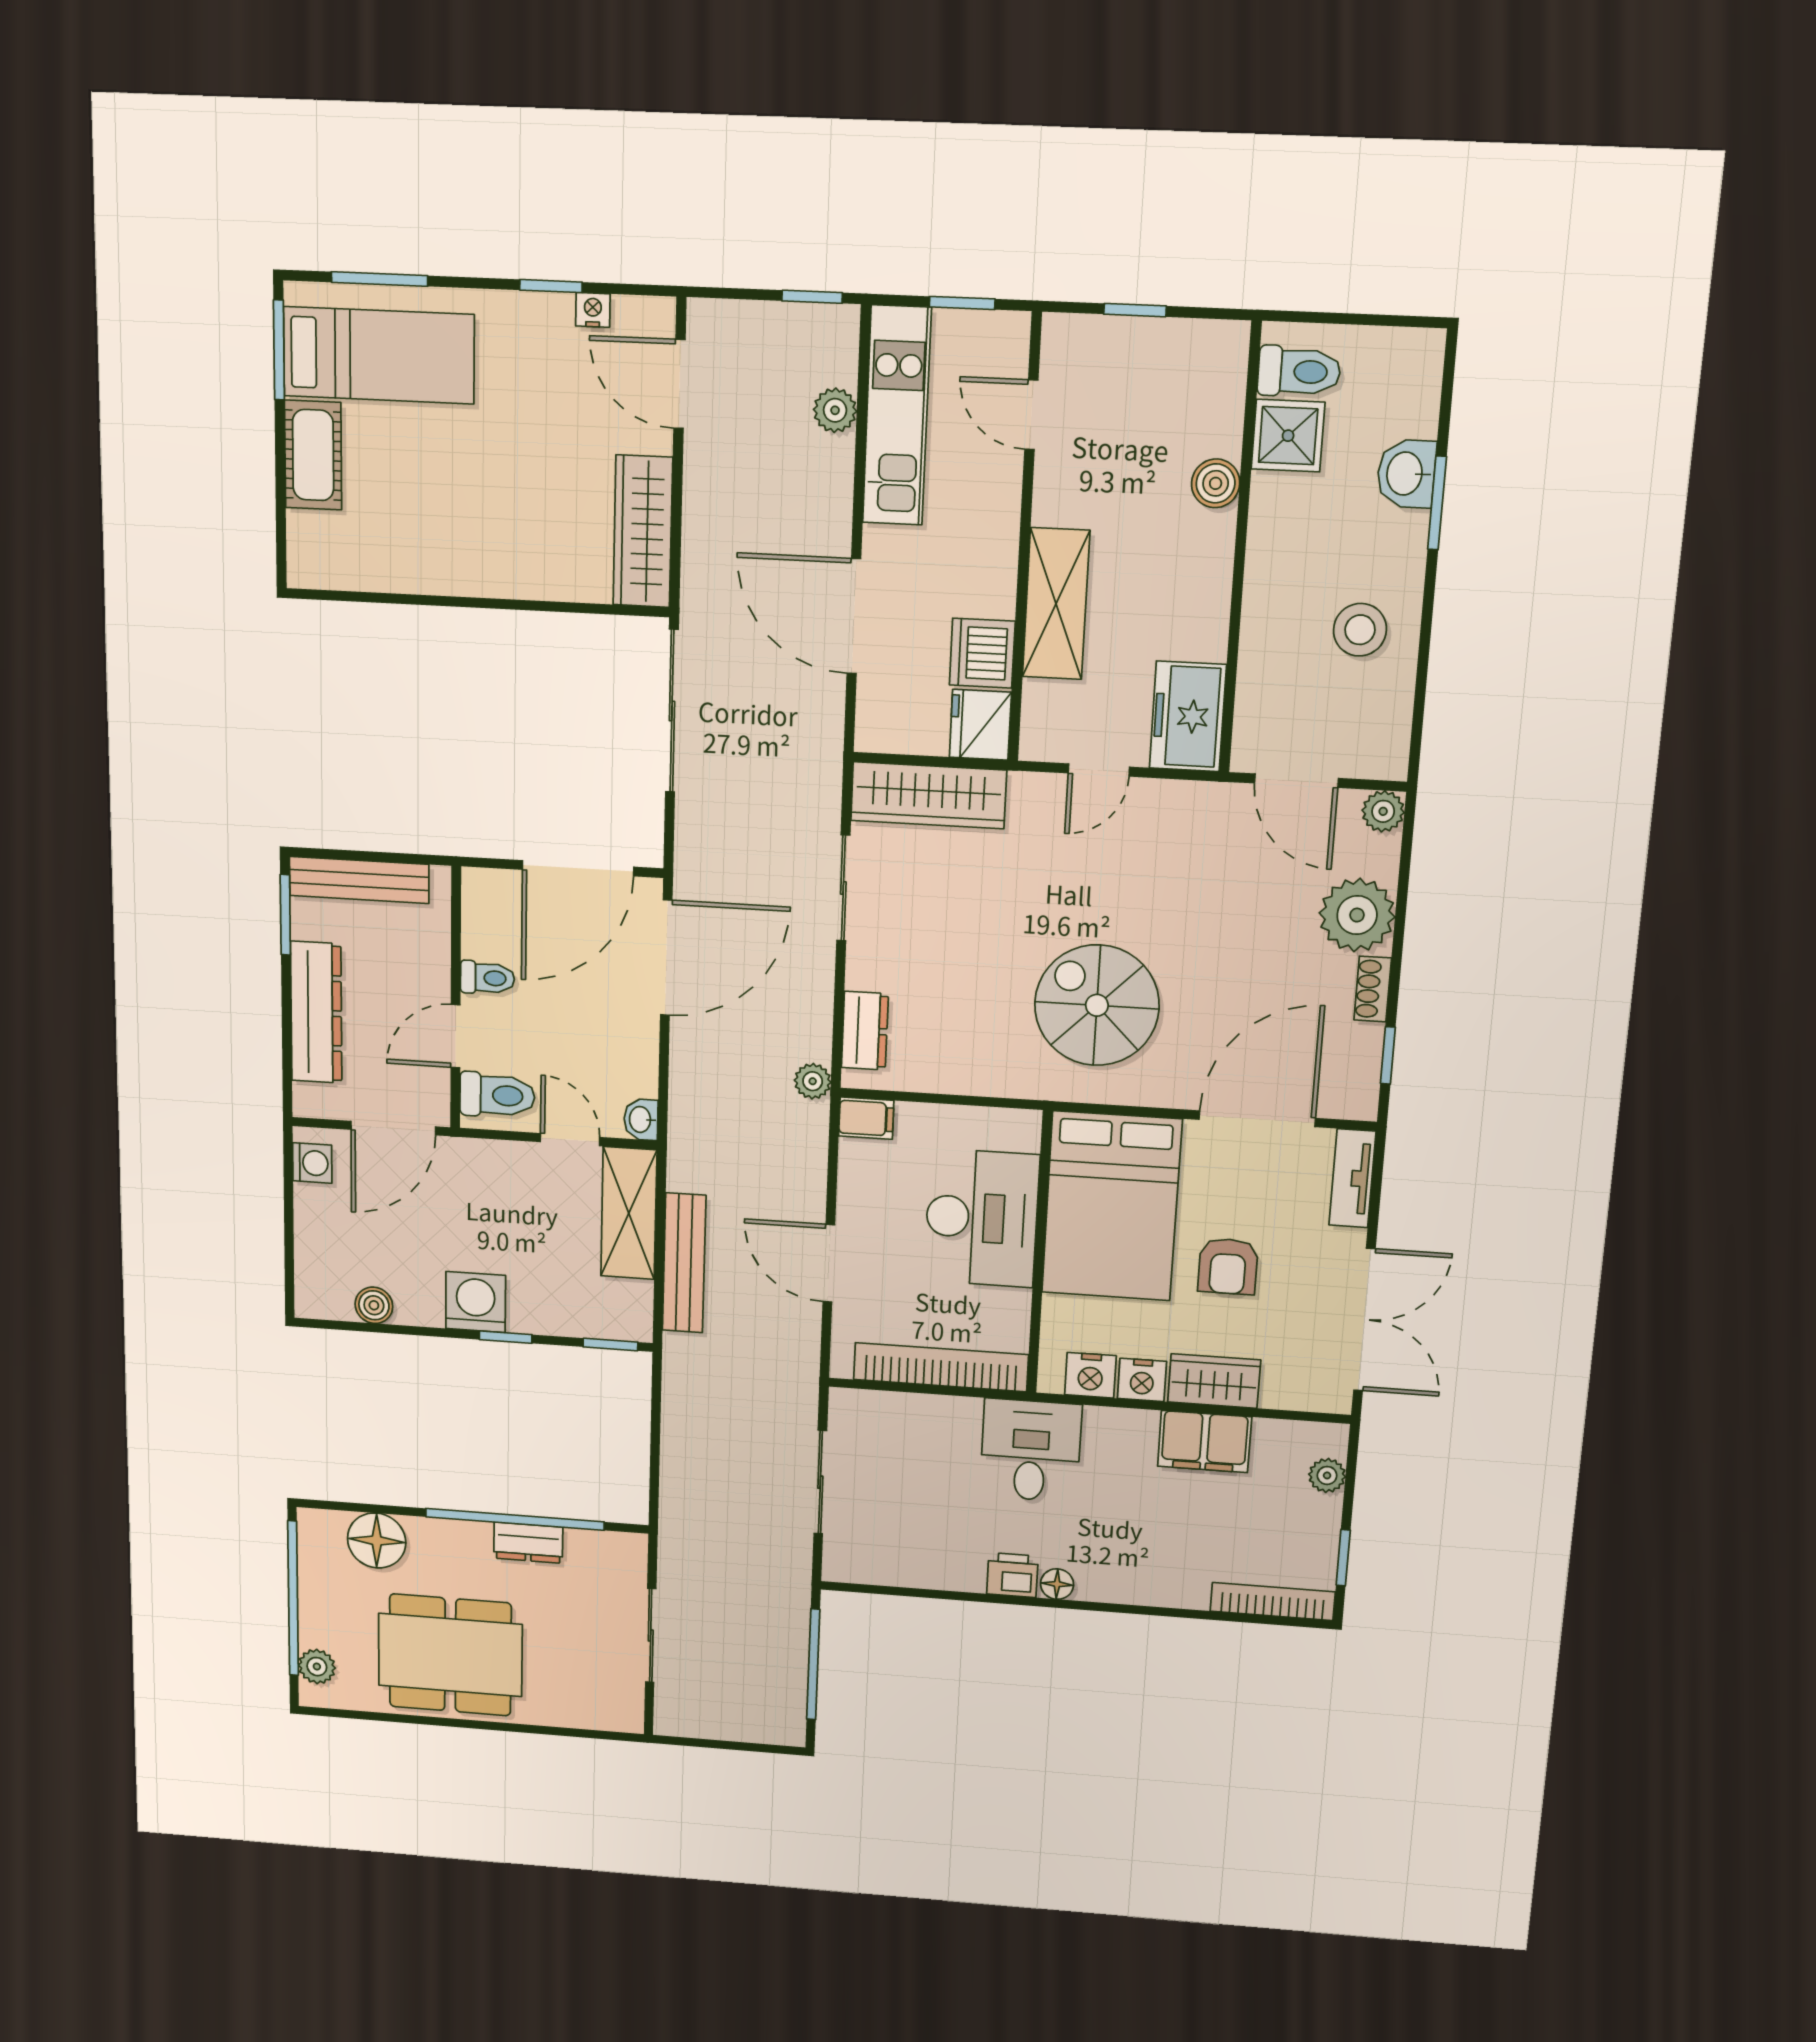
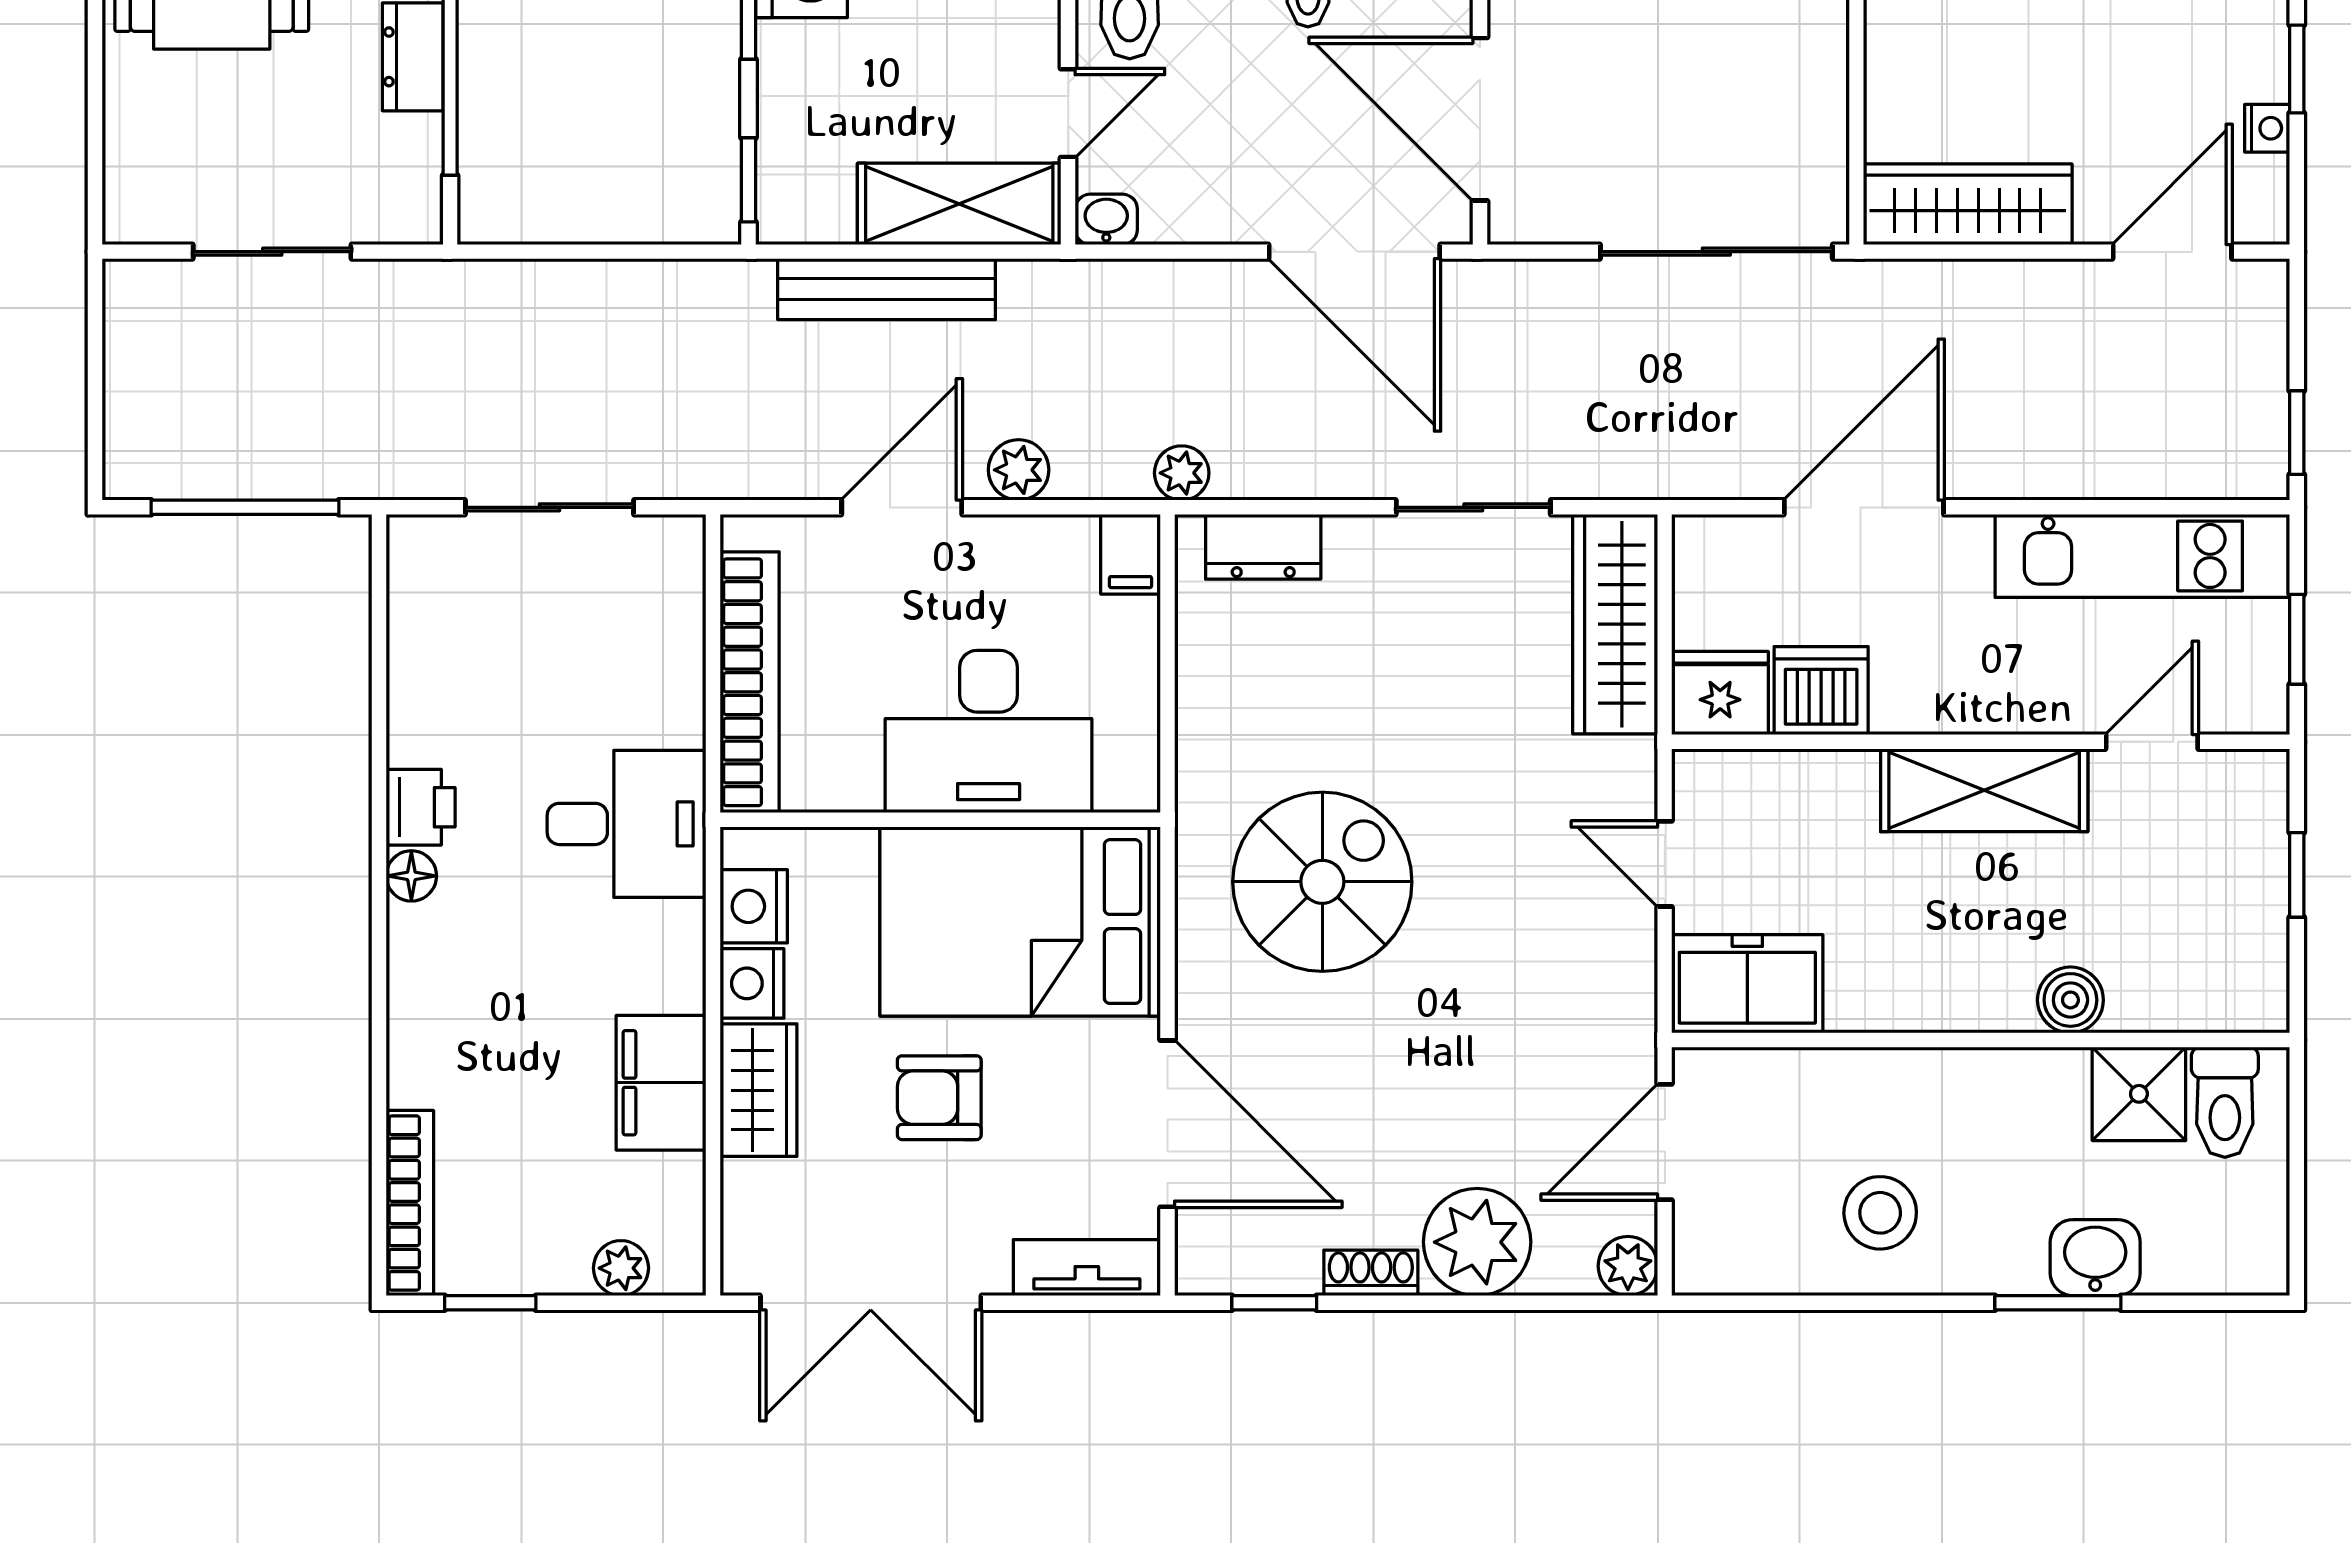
plant: (835, 410) -> (1019, 470), moved
shelving: (1056, 604) -> (1984, 790), moved

